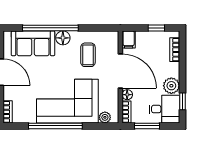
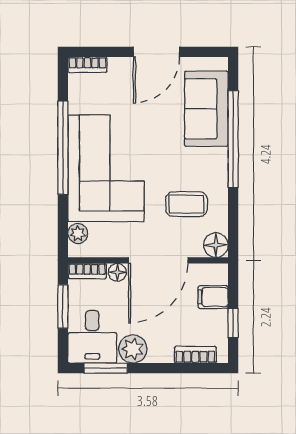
floor lamp: (63, 38) -> (216, 245), moved
filing cabinet: (129, 40) -> (213, 297), moved
window: (182, 101) -> (106, 368), width x1.50

